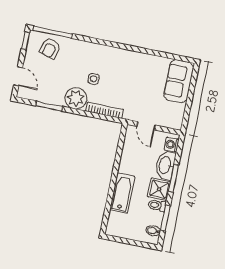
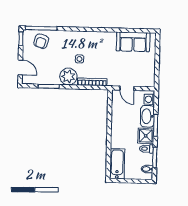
sofa: (179, 81) -> (133, 42), moved, turned -90
bathtub: (122, 193) -> (117, 164), moved

